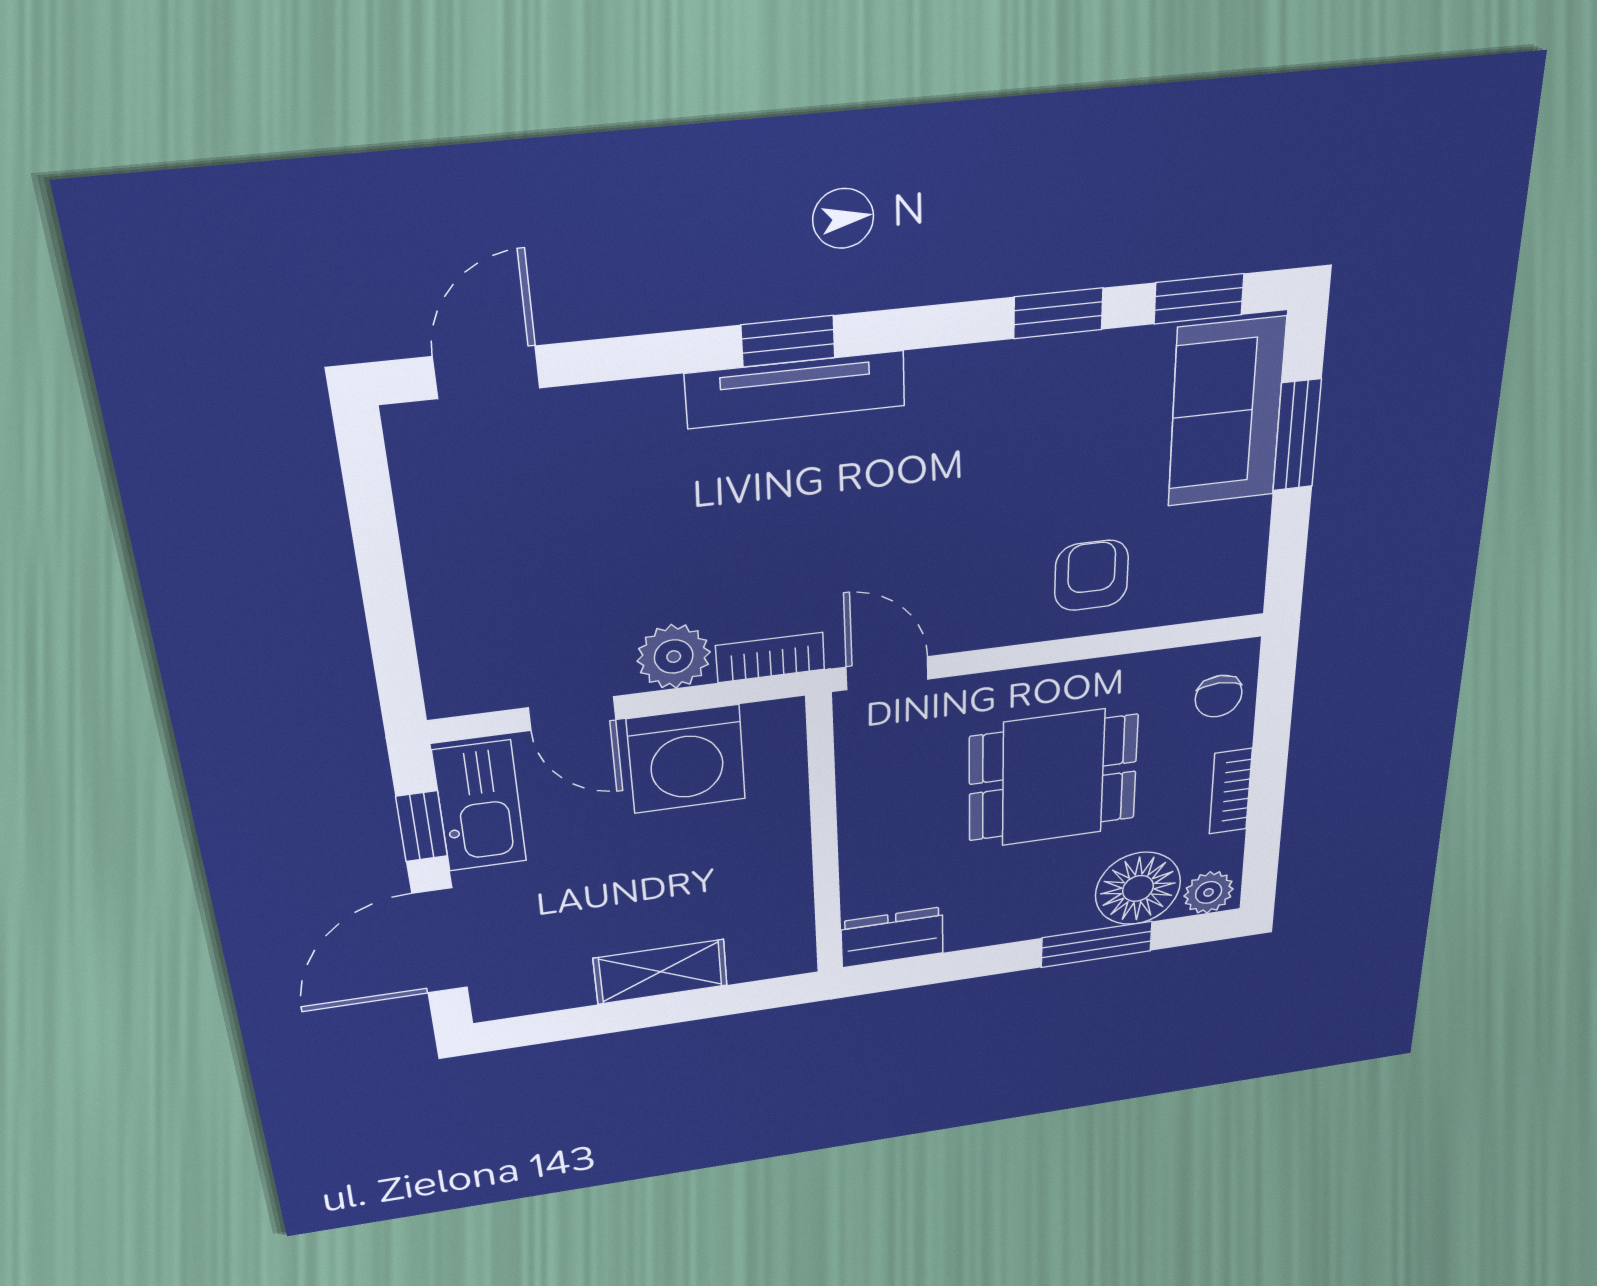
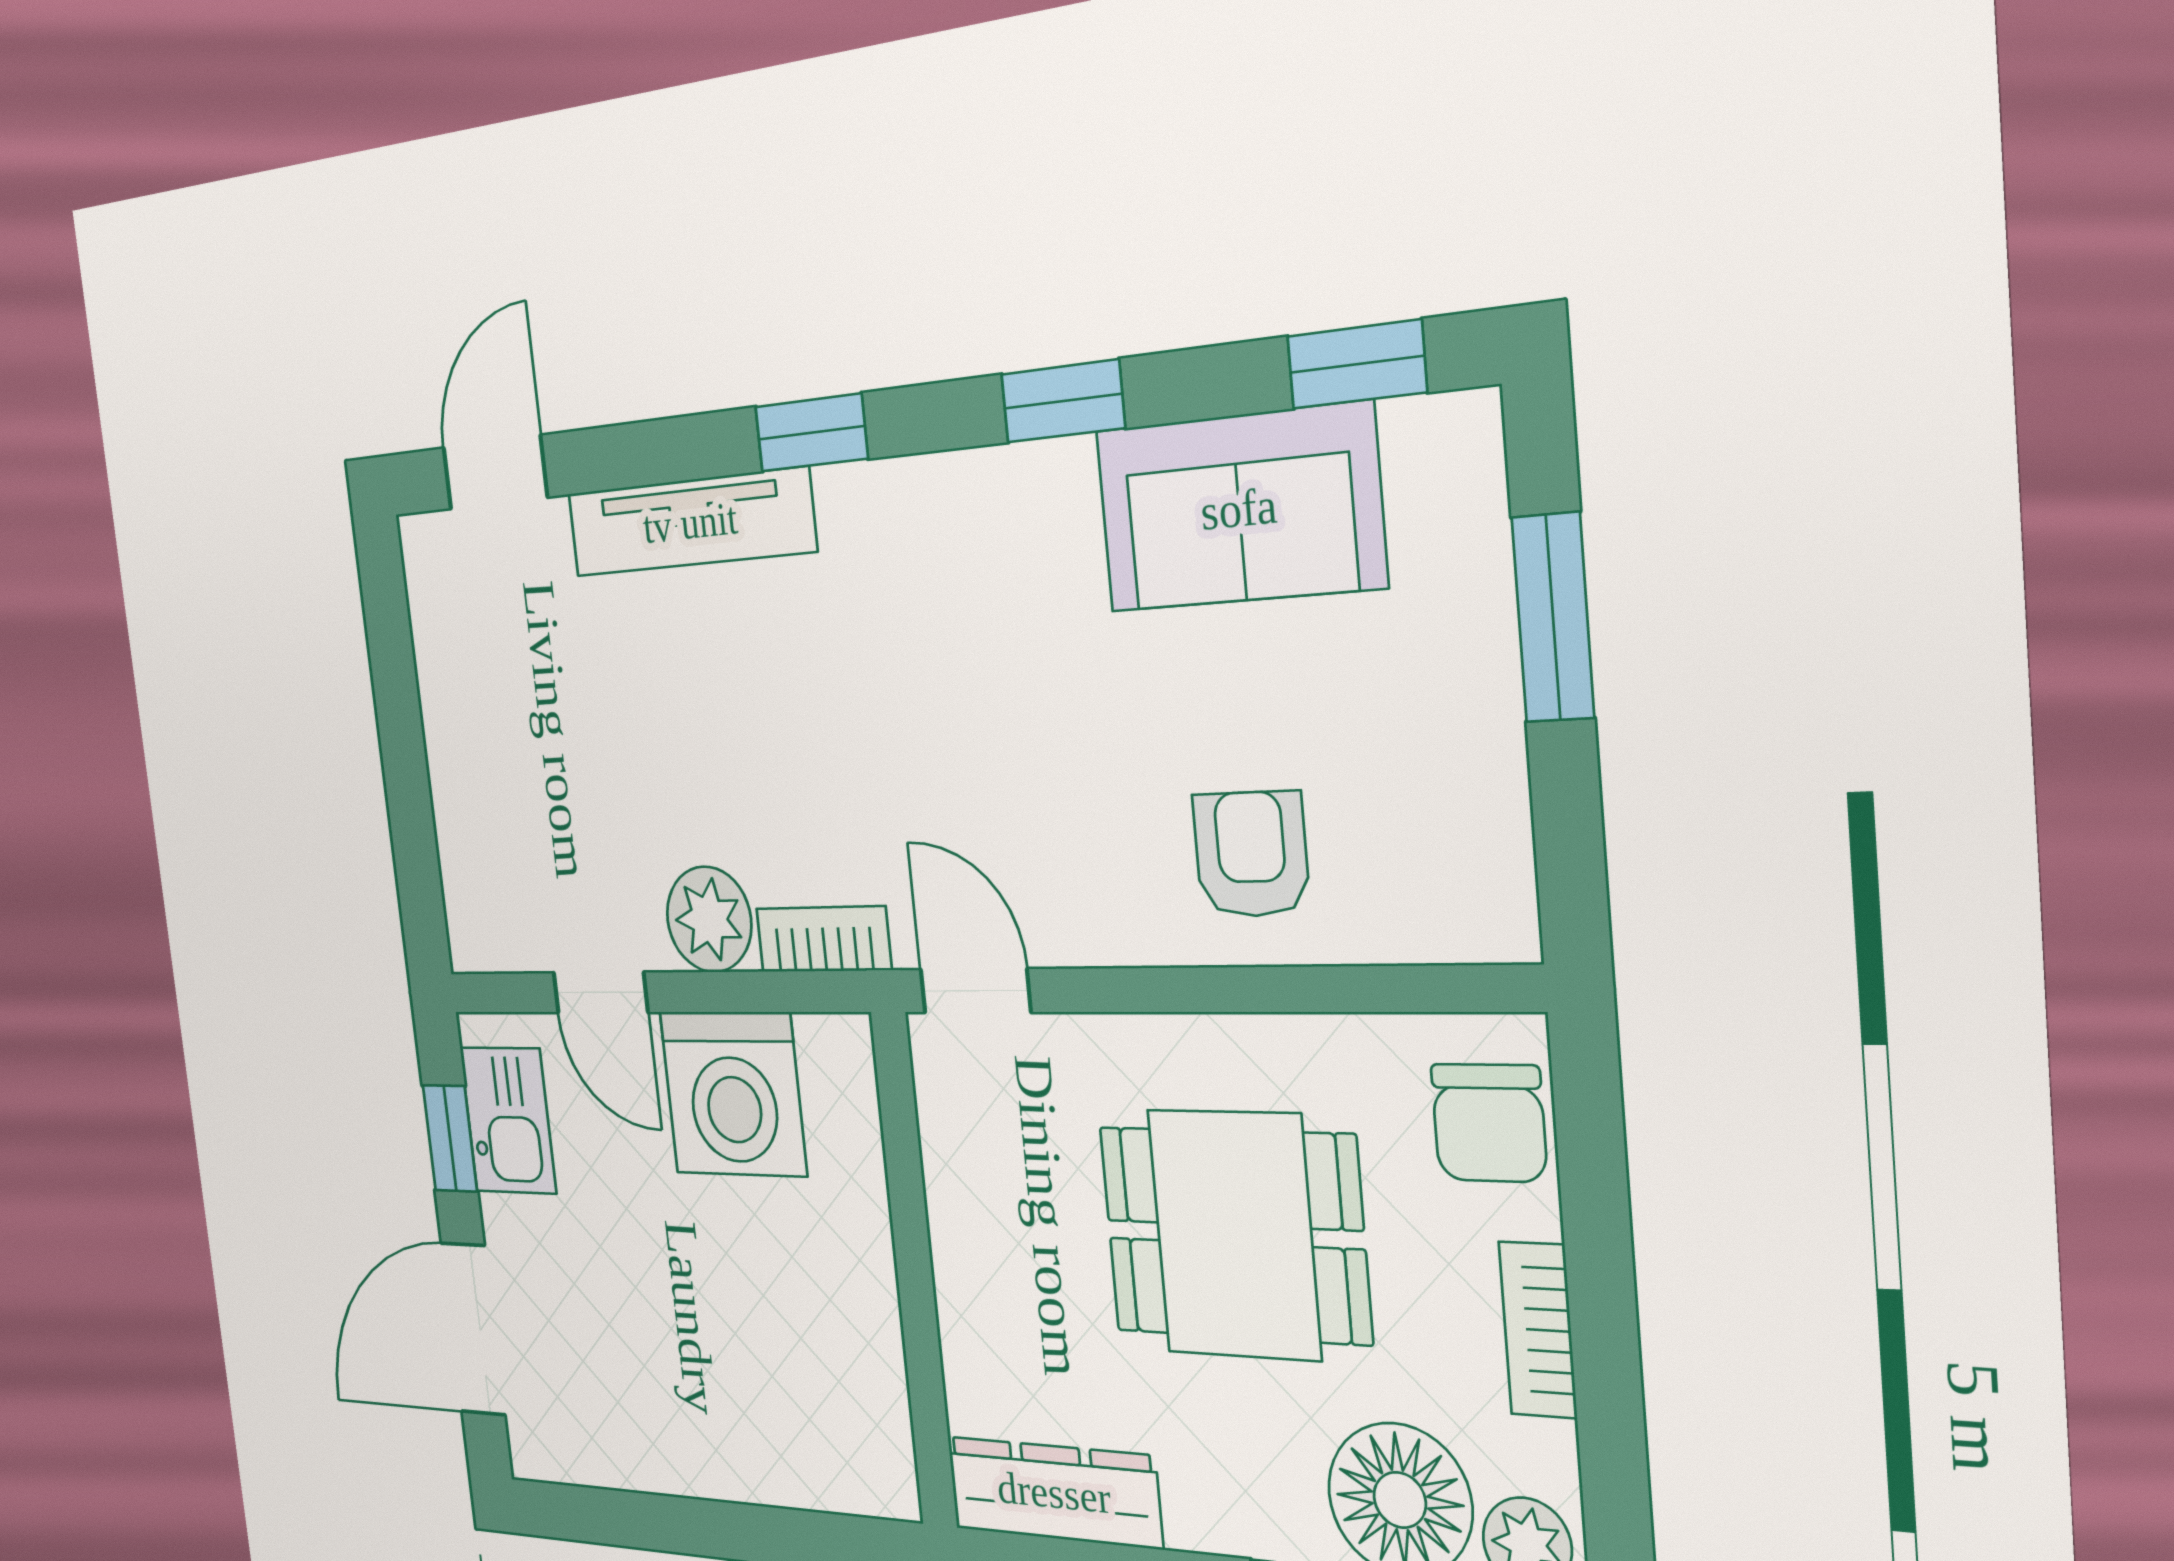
window: (1058, 313) -> (1063, 401), moved
tv unit: (796, 390) -> (690, 522), moved
sofa: (1226, 412) -> (1239, 508), moved, turned -90
chair: (1219, 696) -> (1489, 1123), width x1.37, depth x1.37
kitchen sink: (480, 806) -> (508, 1120), width x0.73
dresser: (892, 937) -> (1054, 1492), width x1.44
shelving: (661, 972) -> (722, 1460), removed

